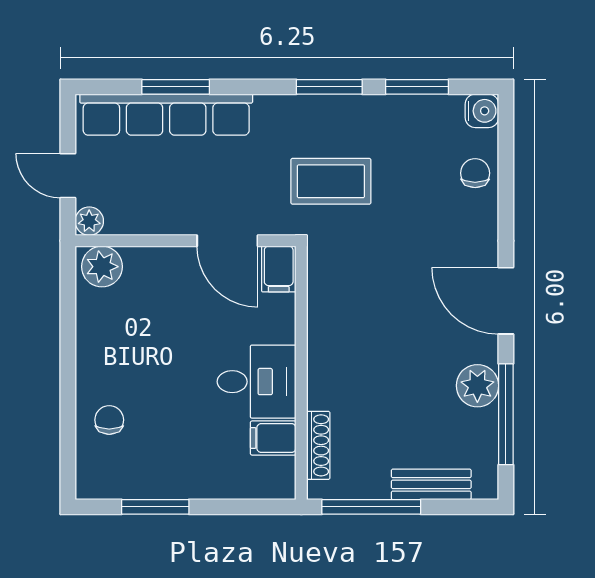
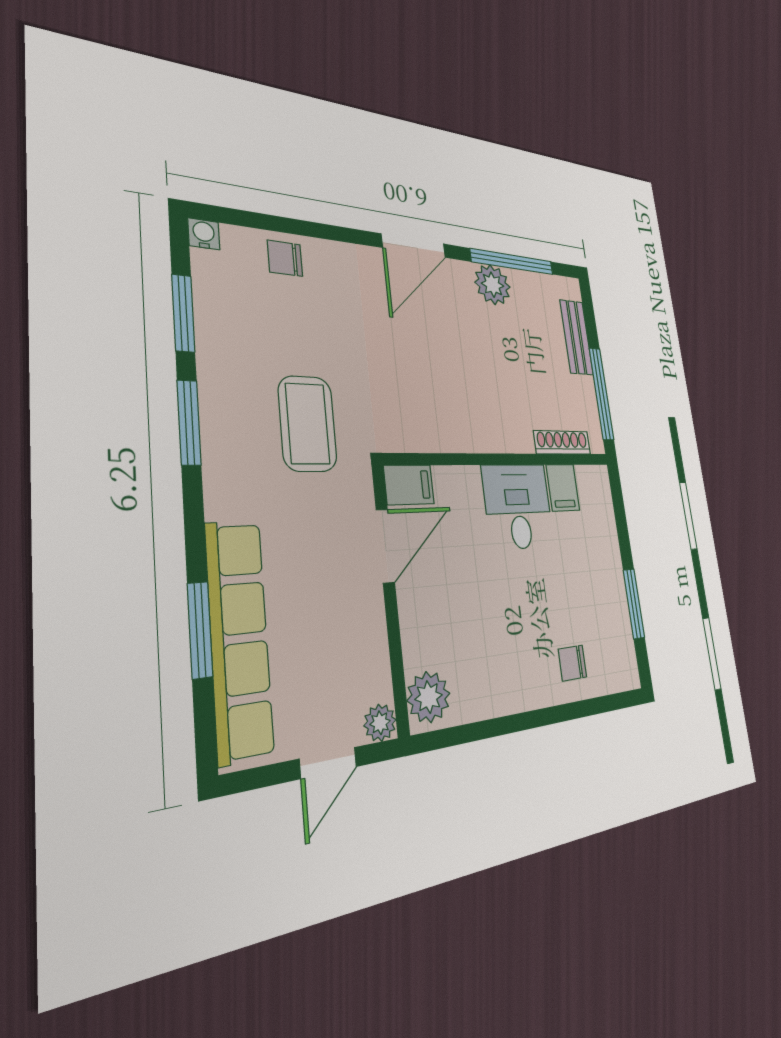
water cooler: (482, 111) -> (204, 234), width x0.72, depth x0.72

